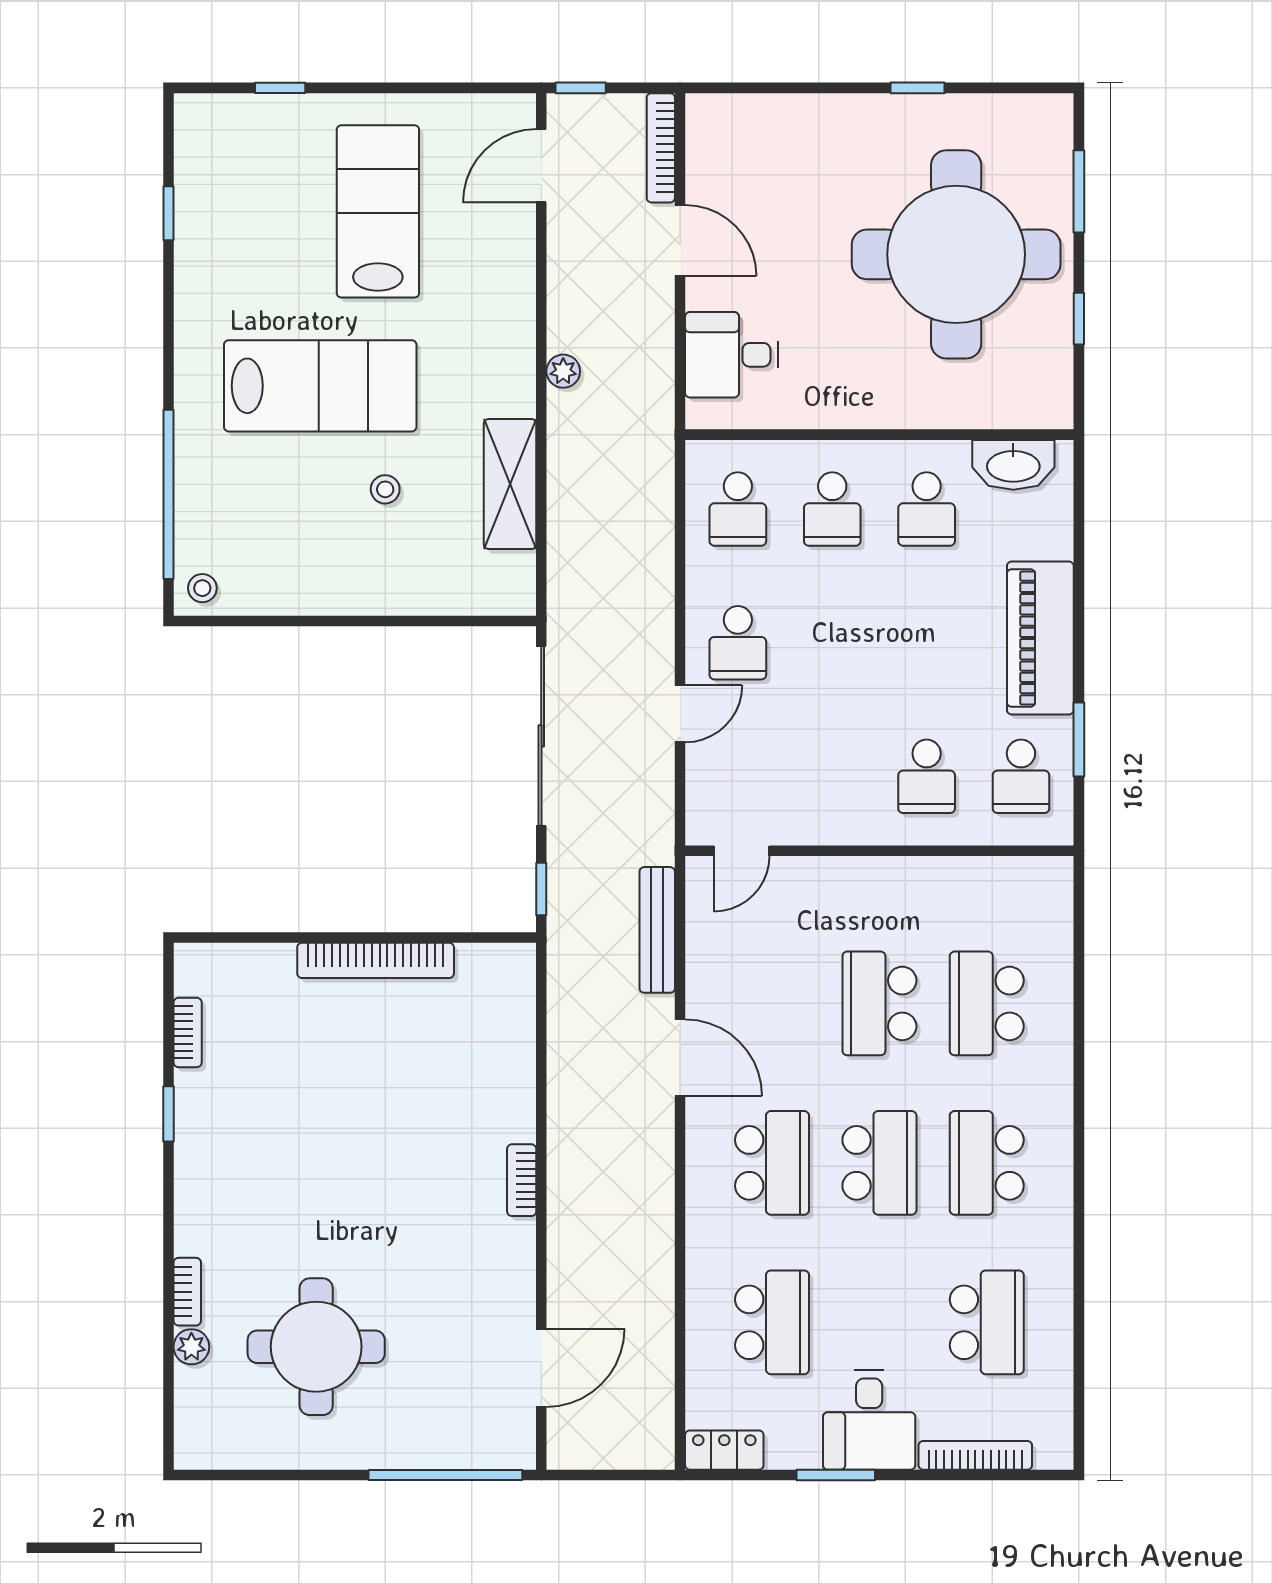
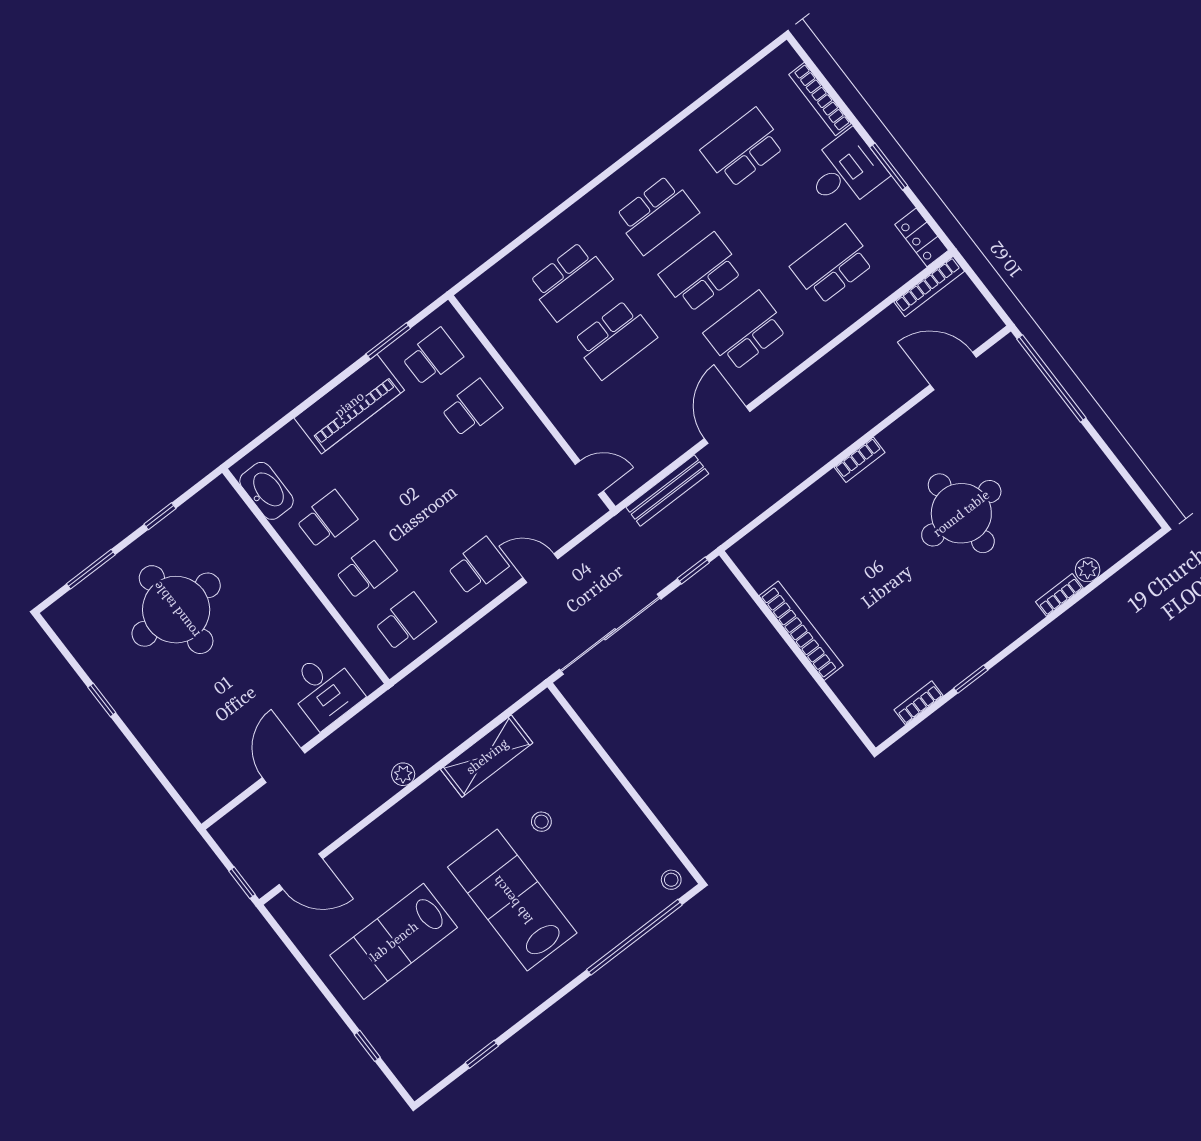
bookcase: (661, 148) -> (929, 286), moved
round table: (956, 254) -> (176, 610), width x0.73, depth x0.73
round table: (316, 1347) -> (961, 513), moved

